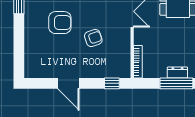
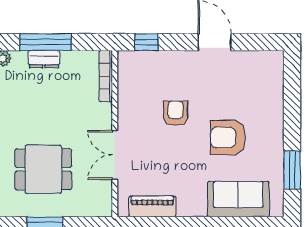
armchair: (93, 38) -> (176, 113), turned 109

